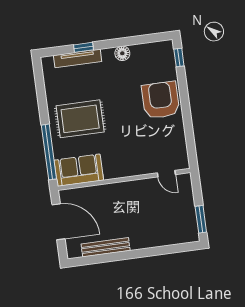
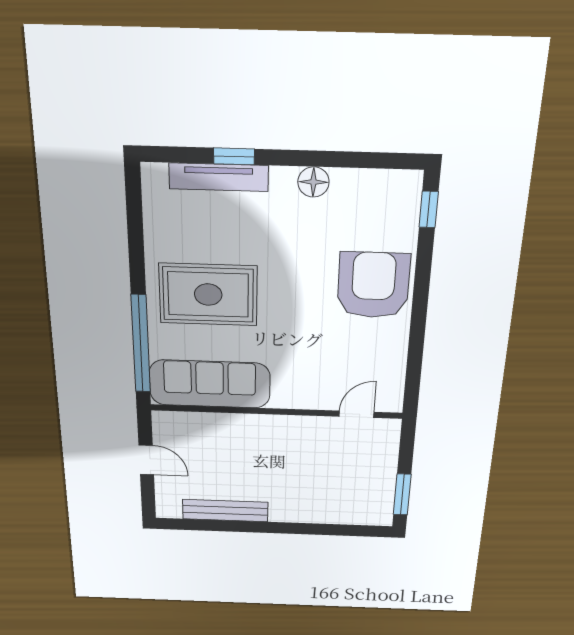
sofa: (79, 170) -> (210, 384), width x1.36
door: (166, 174) -> (357, 414), swing flipped
door: (58, 222) -> (146, 460), width x0.53

